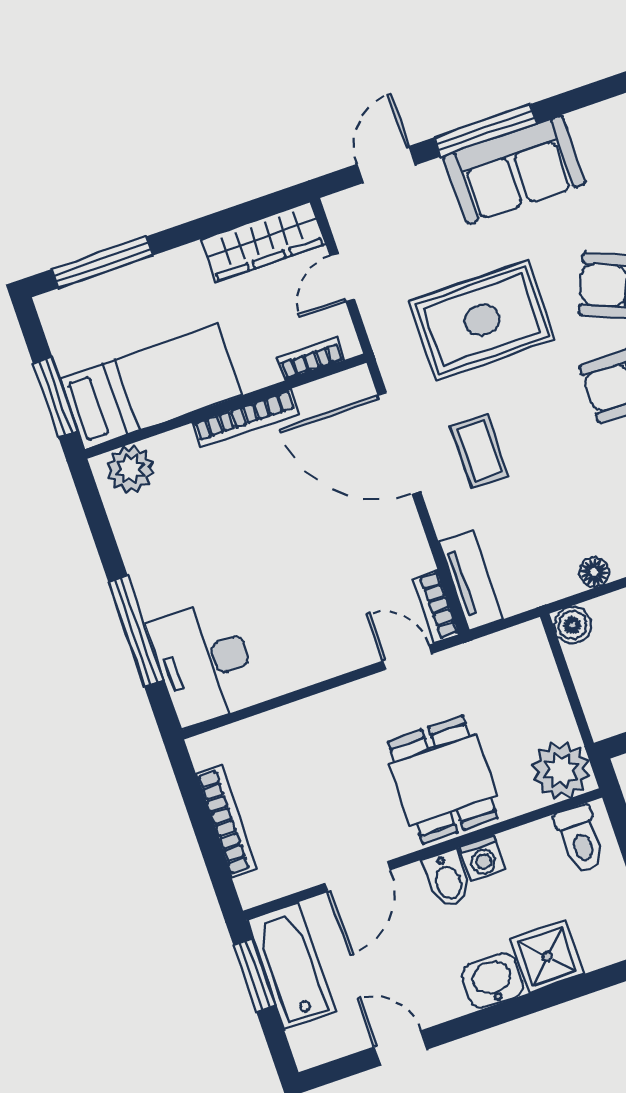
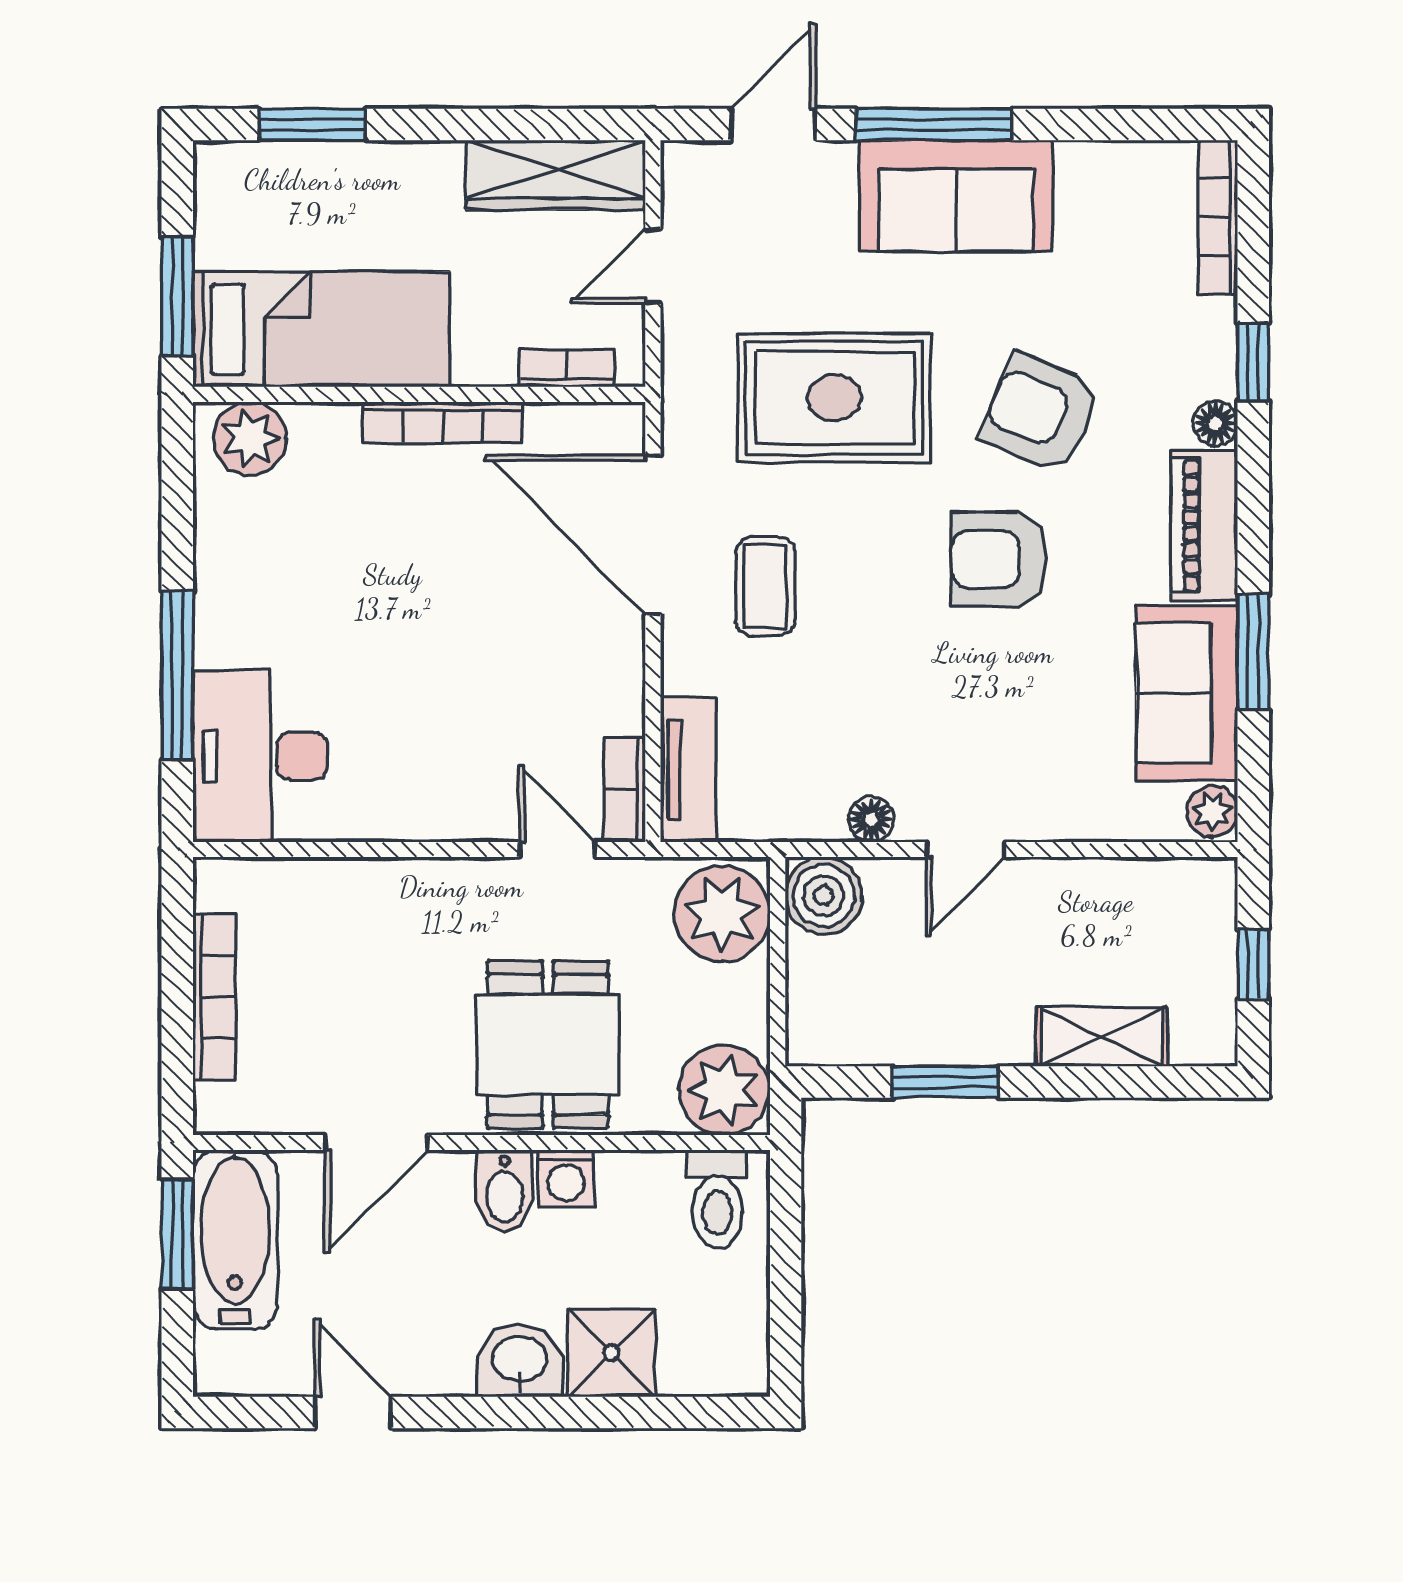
window: (102, 262) -> (312, 124), width x0.69
boiler: (573, 625) -> (824, 896), width x1.36, depth x1.36
plant: (522, 662) -> (722, 913), added

